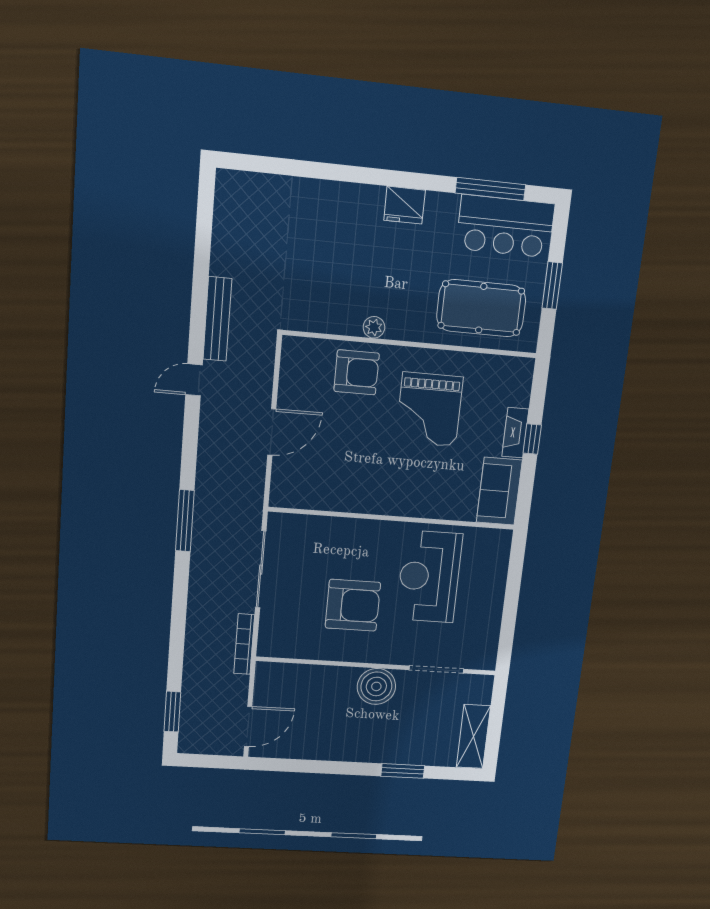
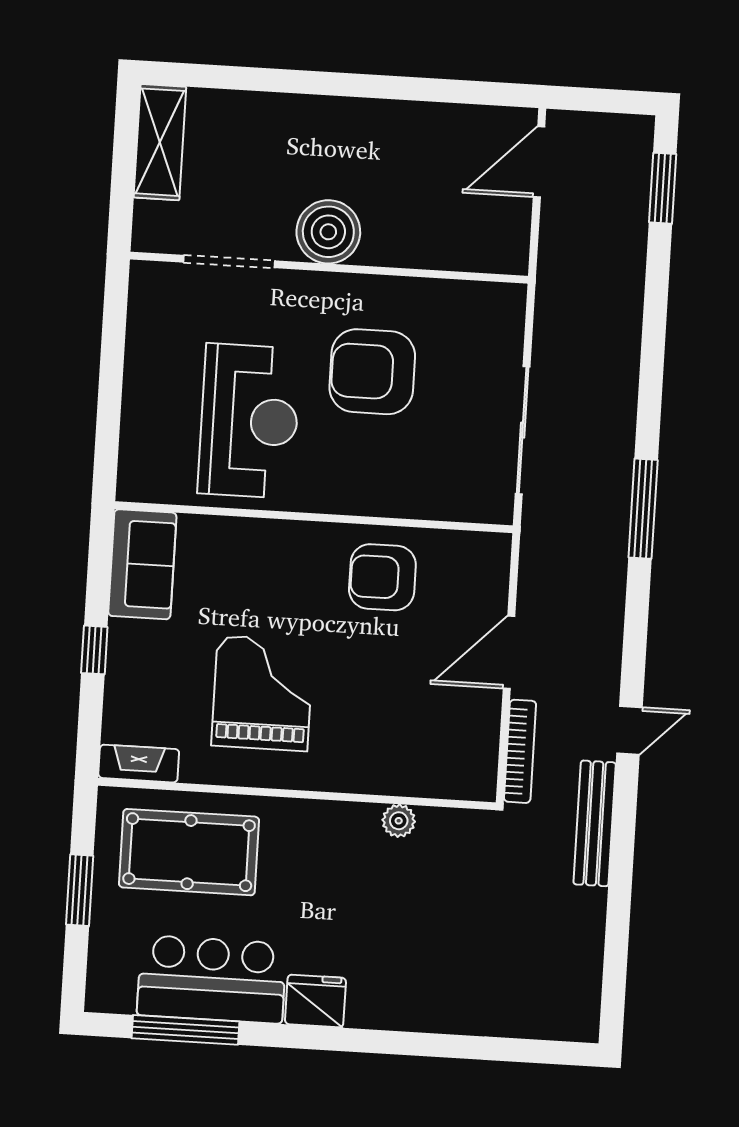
bar counter: (505, 226) -> (212, 979), moved
plant: (374, 327) -> (399, 821), moved
armchair: (357, 372) -> (382, 577), moved
fireplace: (515, 433) -> (139, 764), moved, turned -90
bookcase: (244, 644) -> (520, 751), moved
window: (403, 771) -> (278, 81), removed

